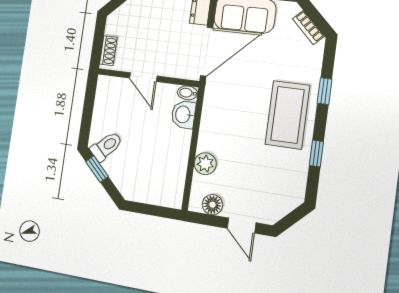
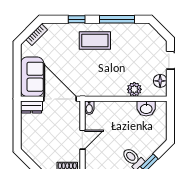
washbasin: (183, 114) -> (146, 108), moved
coffee table: (287, 115) -> (95, 41), width x0.73, depth x0.76
window: (316, 154) -> (117, 19), width x2.17

